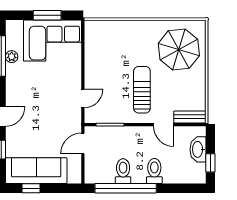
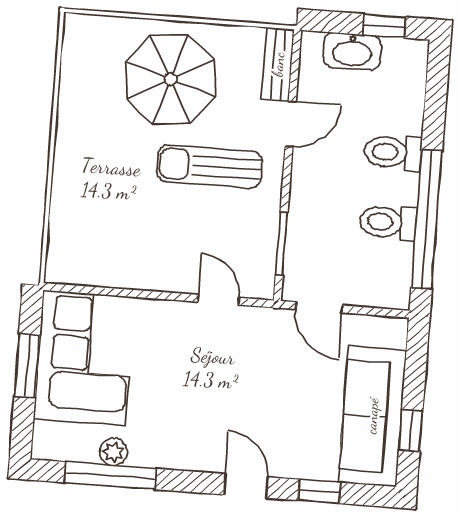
parasol: (179, 49) -> (171, 79), moved

